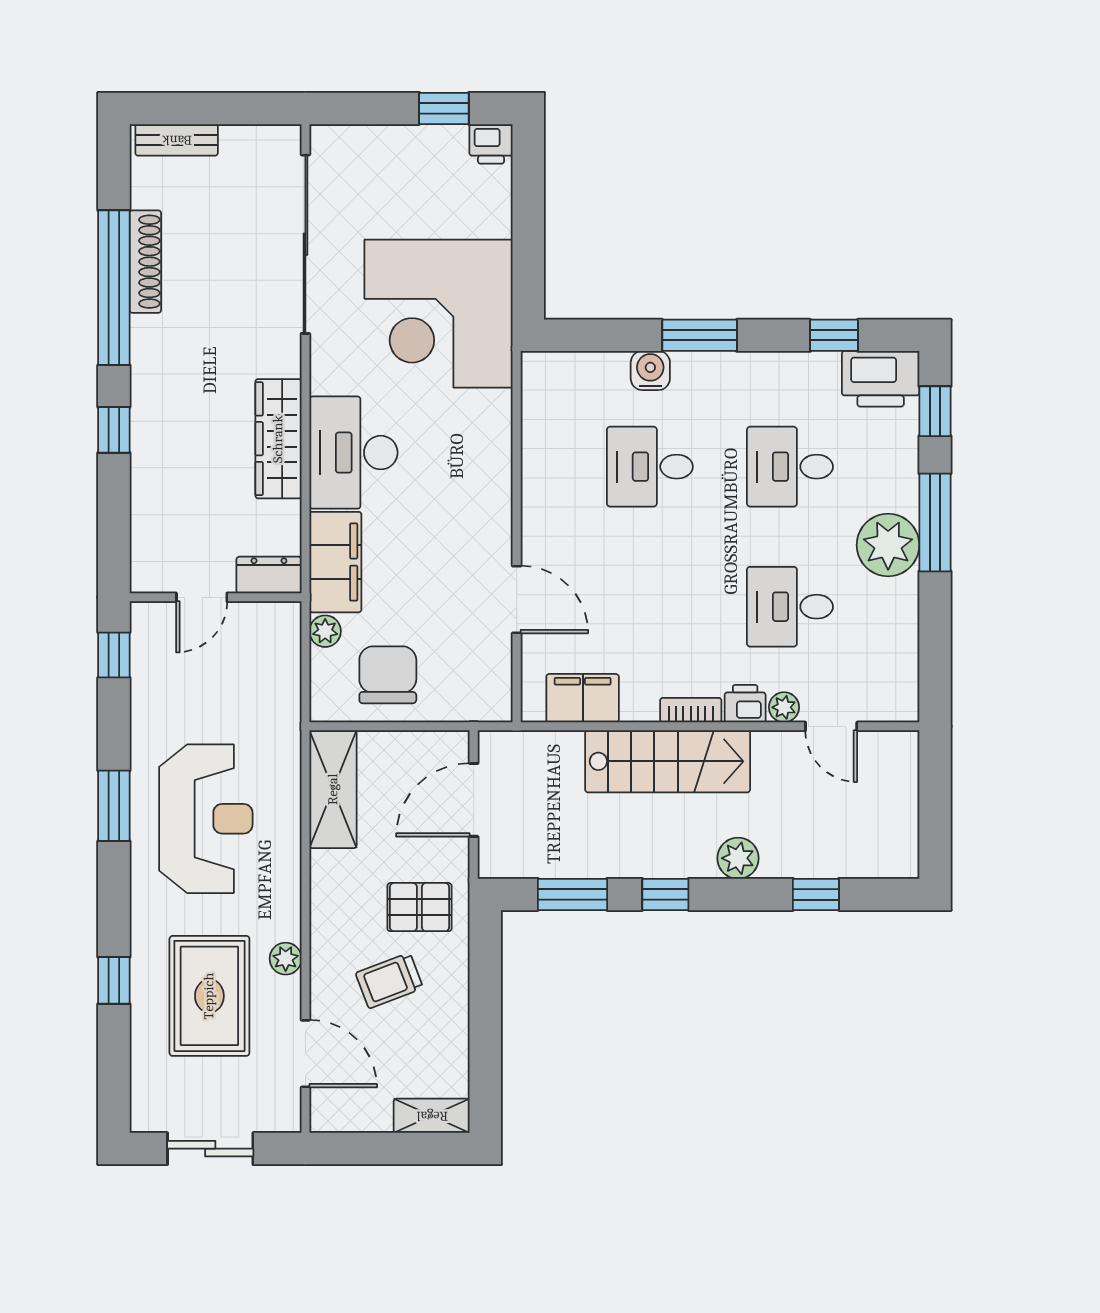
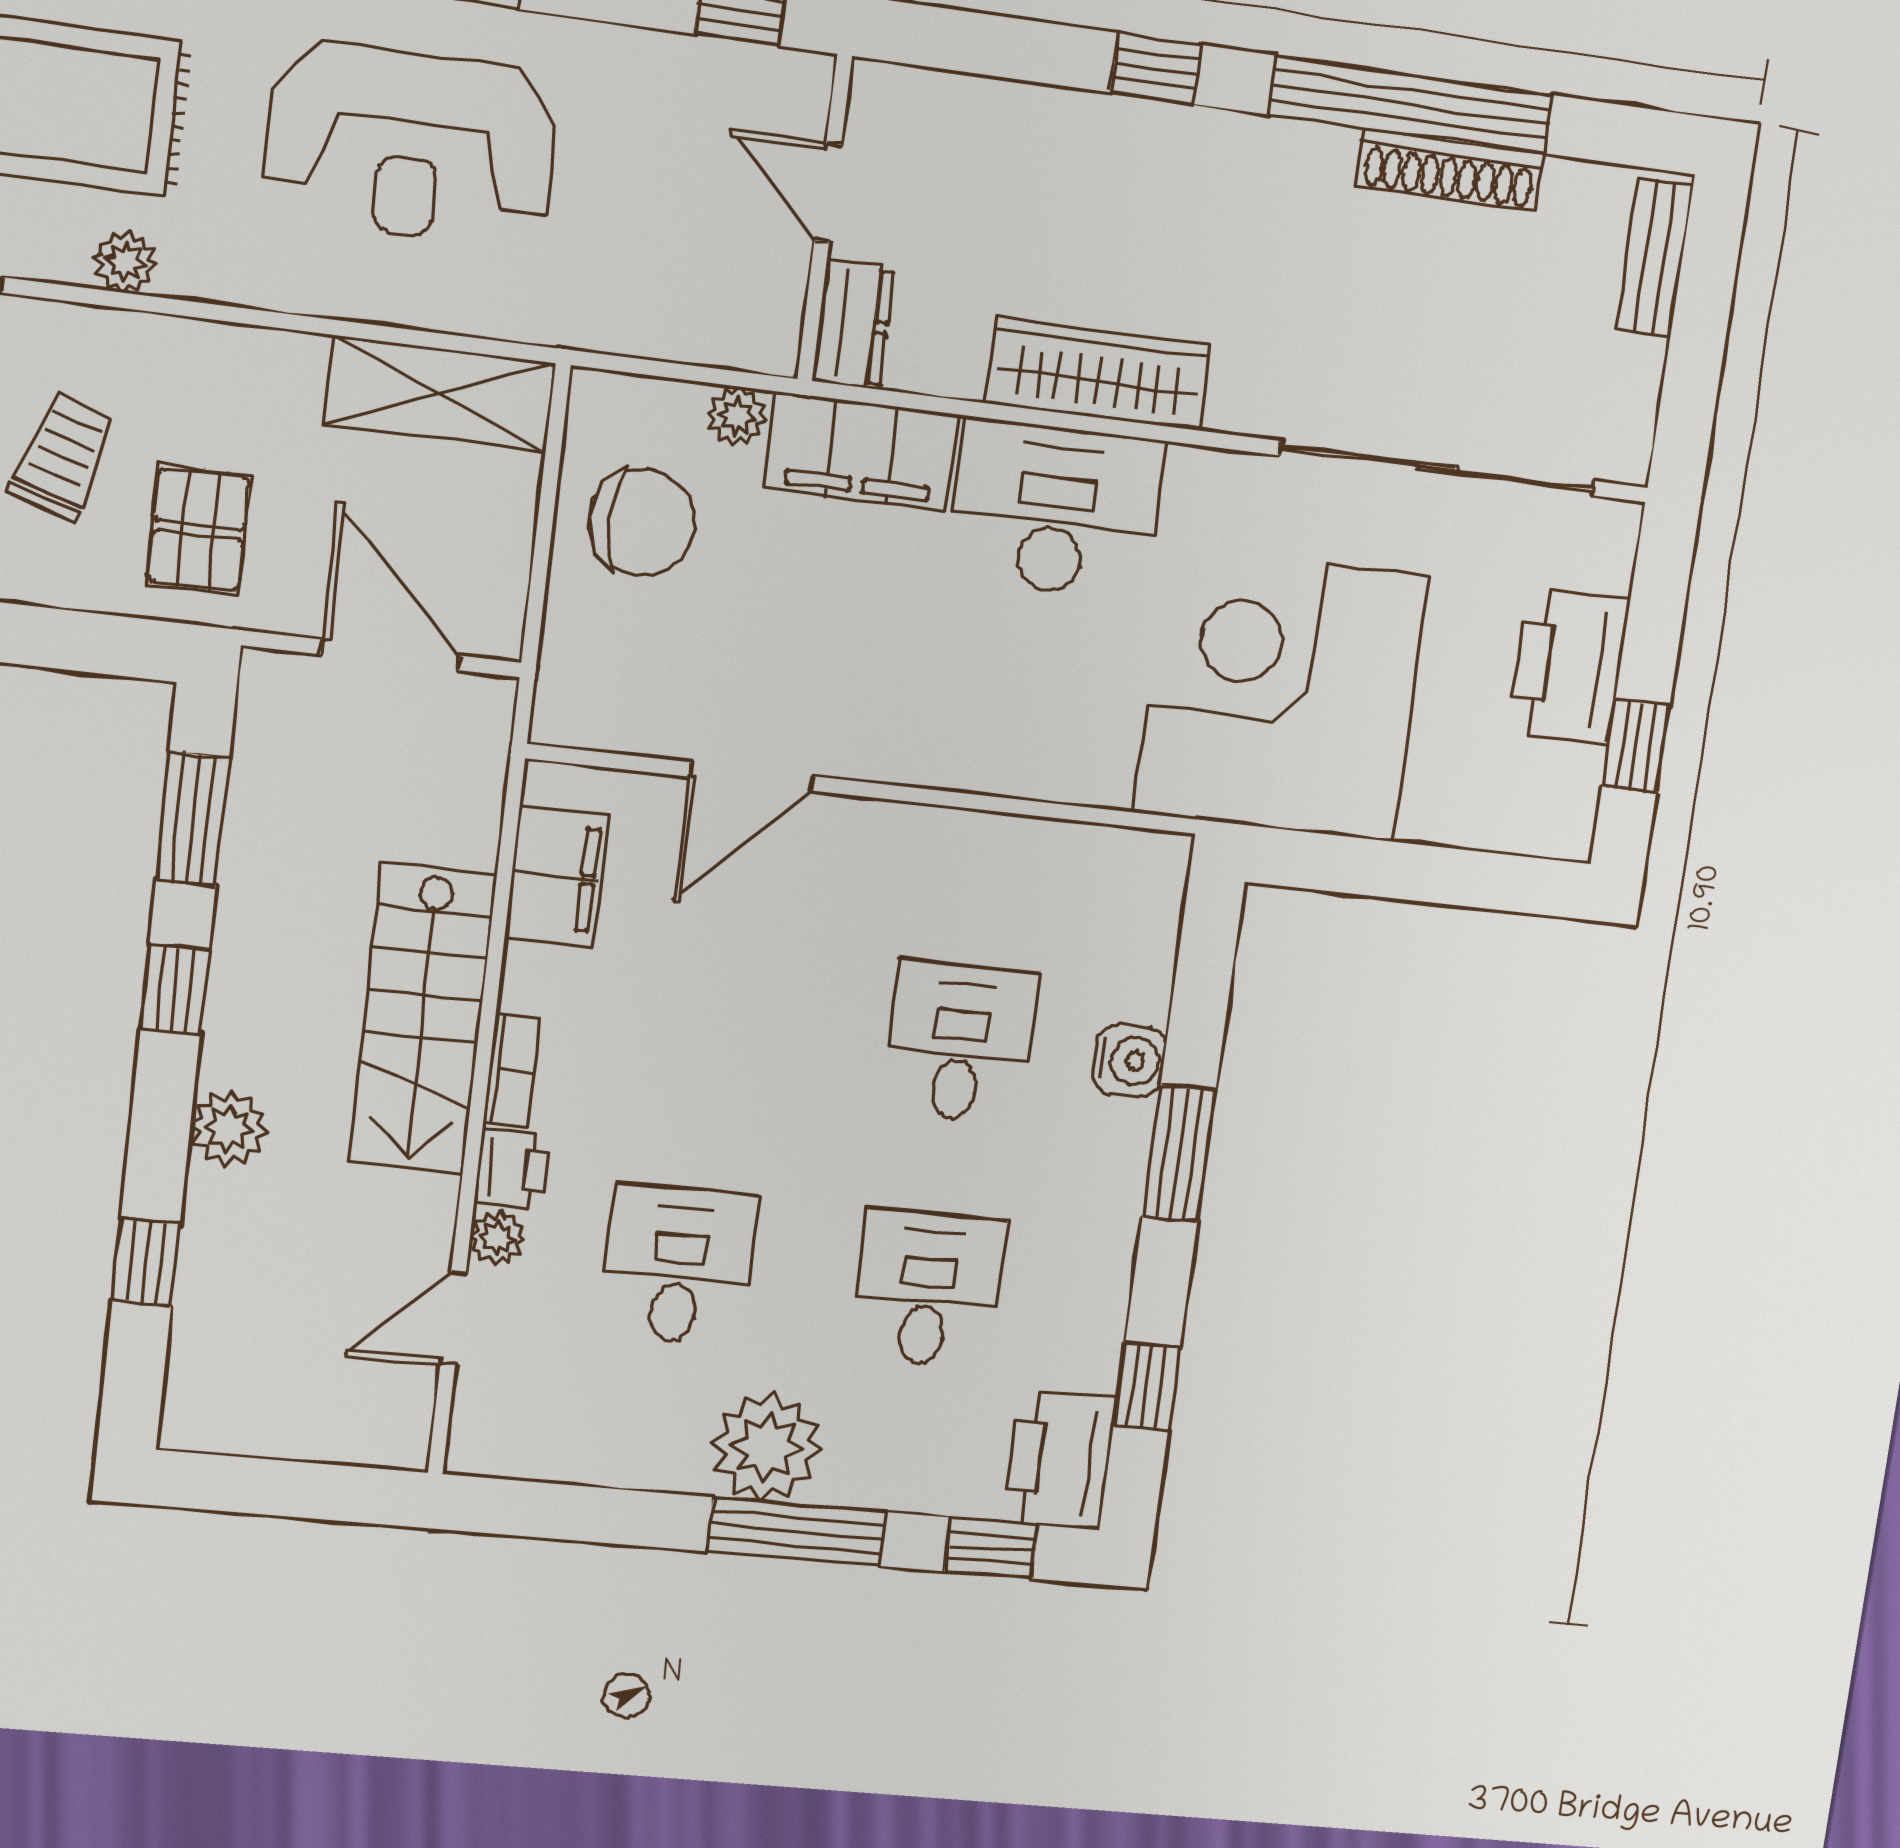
printer: (491, 144) -> (1570, 666), moved, width x1.87, depth x1.48
trolley: (389, 981) -> (63, 455), turned 38

